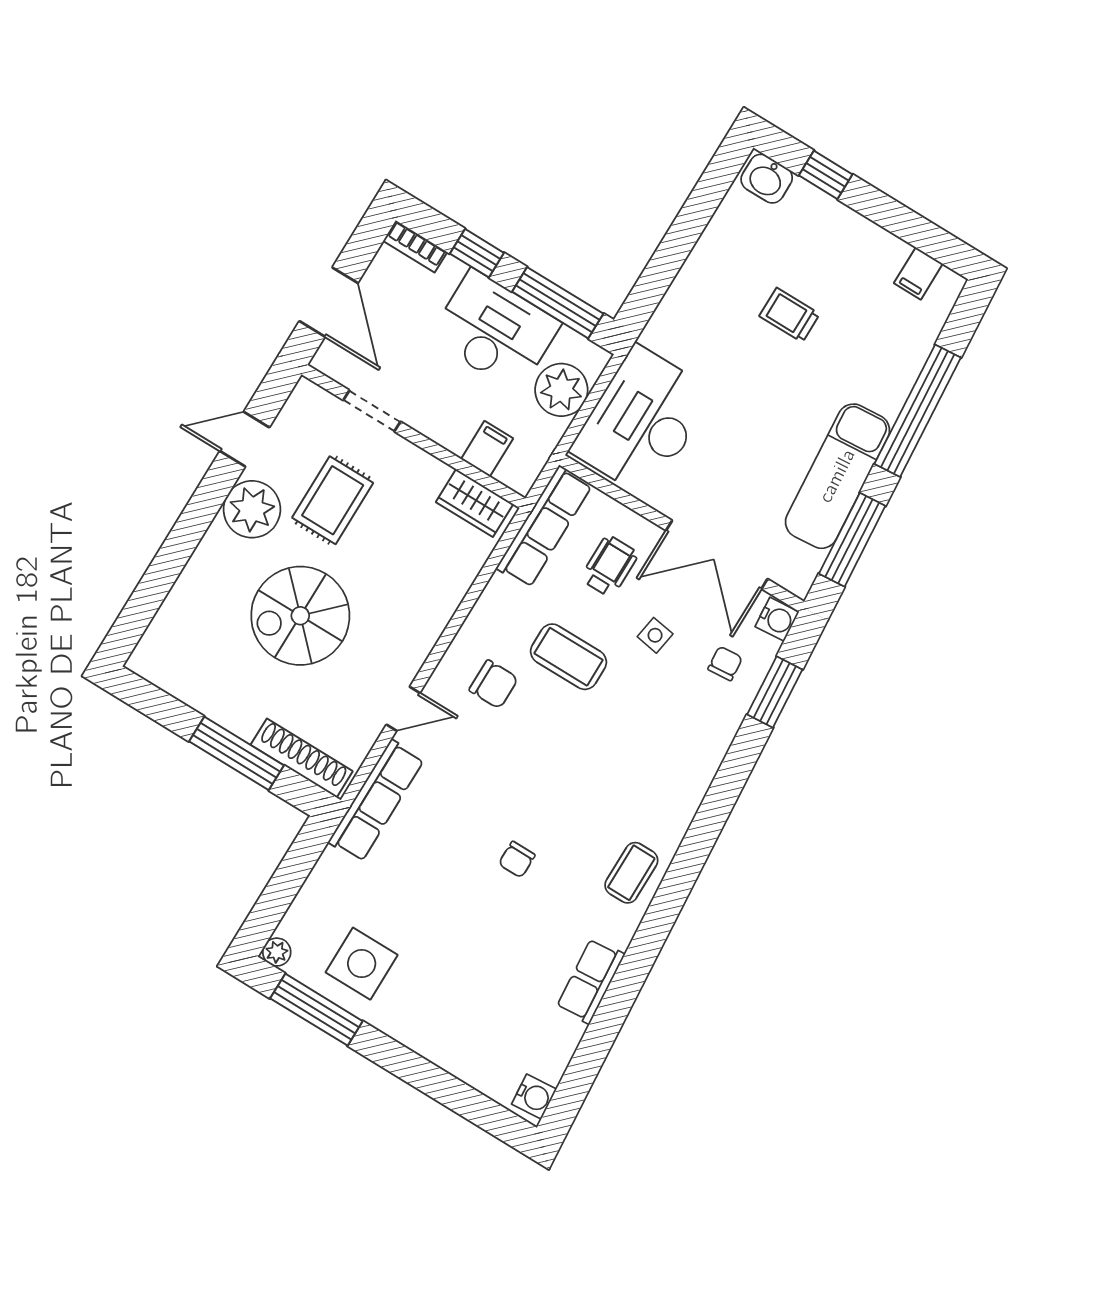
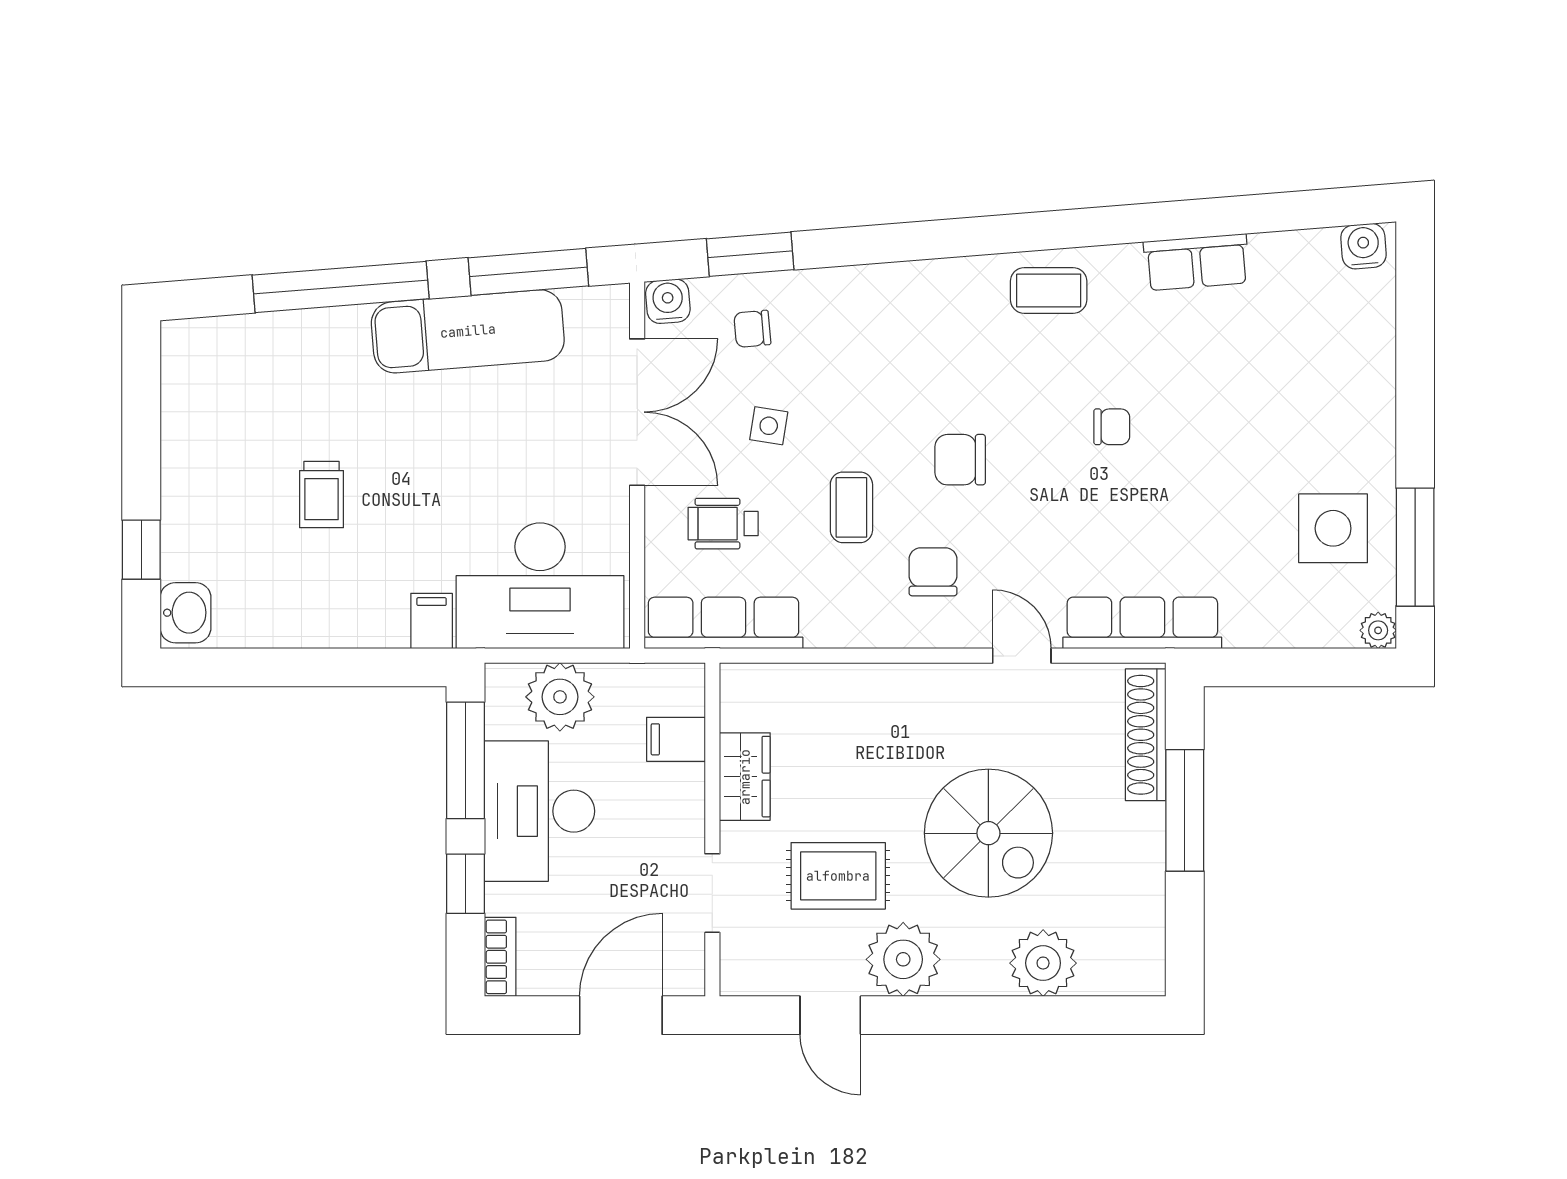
filing cabinet: (918, 273) -> (432, 621), moved, turned -90
wardrobe: (475, 503) -> (745, 777), moved
plant: (193, 599) -> (1043, 963), added
coffee table: (569, 657) -> (851, 507), width x0.73, depth x0.77
chair: (556, 747) -> (960, 460), added

